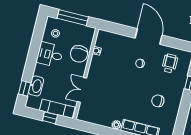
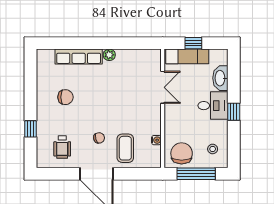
coffee table: (122, 51) -> (125, 148), added
chair: (79, 54) -> (182, 153), moved
desk: (50, 55) -> (213, 106), moved
window: (25, 88) -> (234, 112), moved

